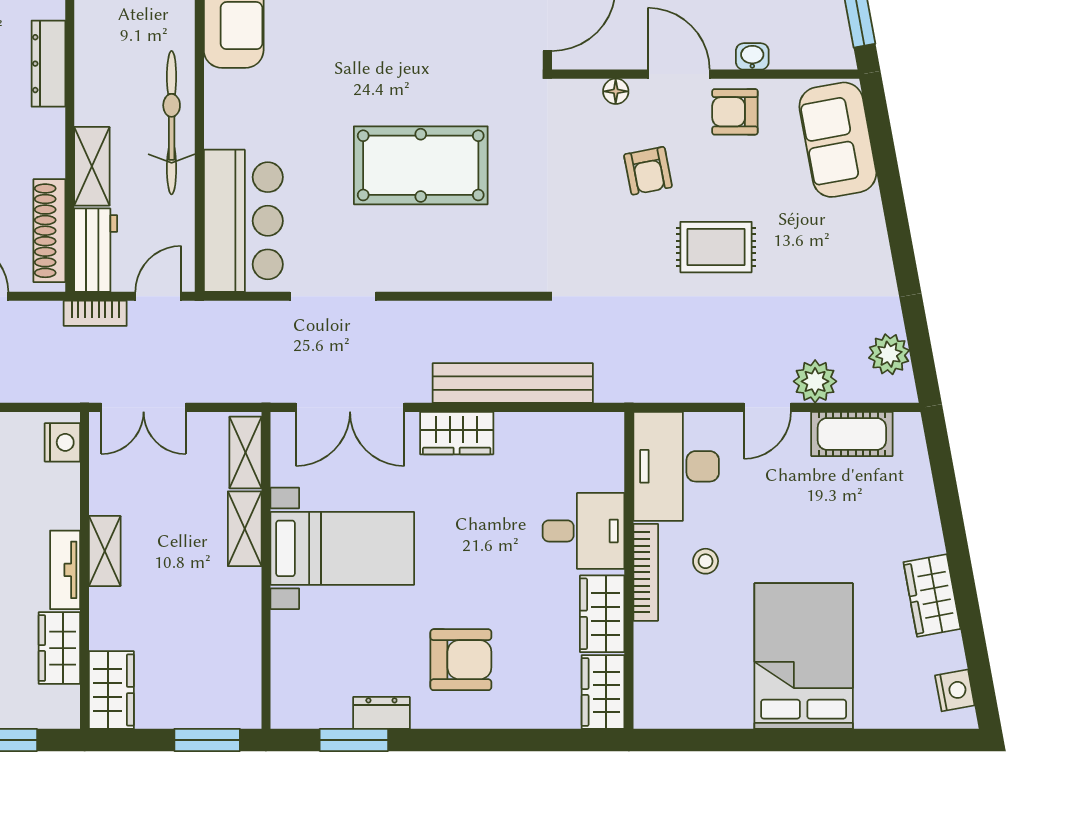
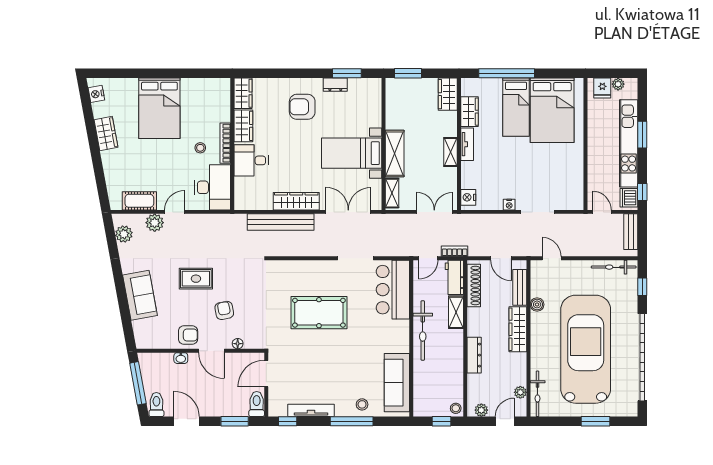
sofa: (838, 140) -> (140, 295), moved
wardrobe: (457, 433) -> (296, 201), width x1.50
shelving: (245, 529) -> (395, 154), width x1.50, depth x1.33

